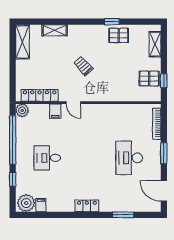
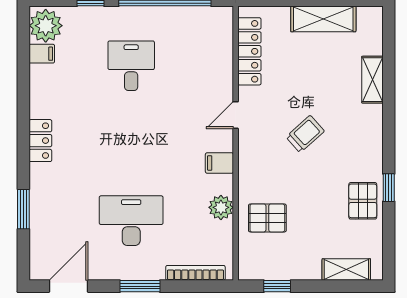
shelving: (22, 42) -> (323, 19), moved
pallet: (149, 79) -> (267, 218), moved, turned 90
plant: (22, 110) -> (221, 207), moved
filing cabinet: (55, 111) -> (219, 163), moved

